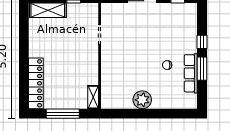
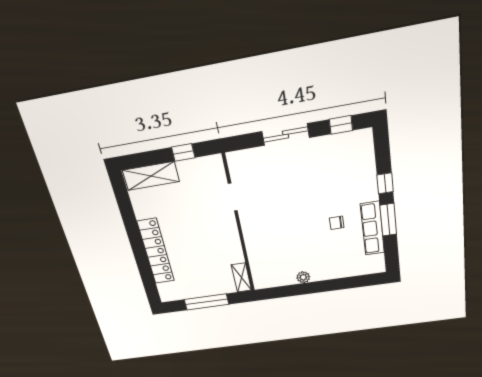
locker: (36, 83) -> (156, 251), moved
plant: (142, 100) -> (303, 277), width x0.53, depth x0.53

